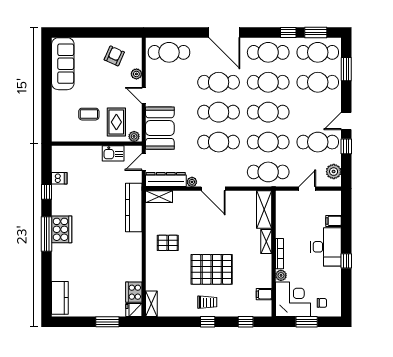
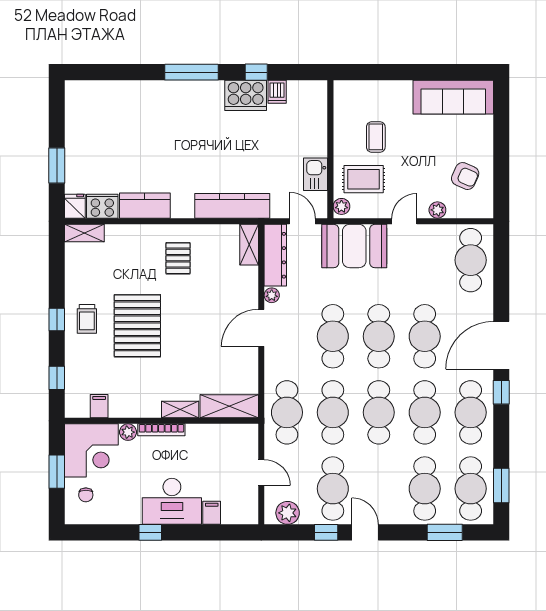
window: (288, 32) -> (501, 392), moved
cooker: (62, 229) -> (246, 95), moved
kitchen counter: (60, 298) -> (145, 206), moved, turned 180

